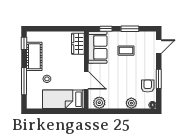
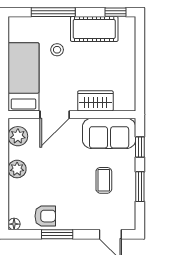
wardrobe: (78, 44) -> (95, 101), moved
plant: (131, 103) -> (17, 169), moved

